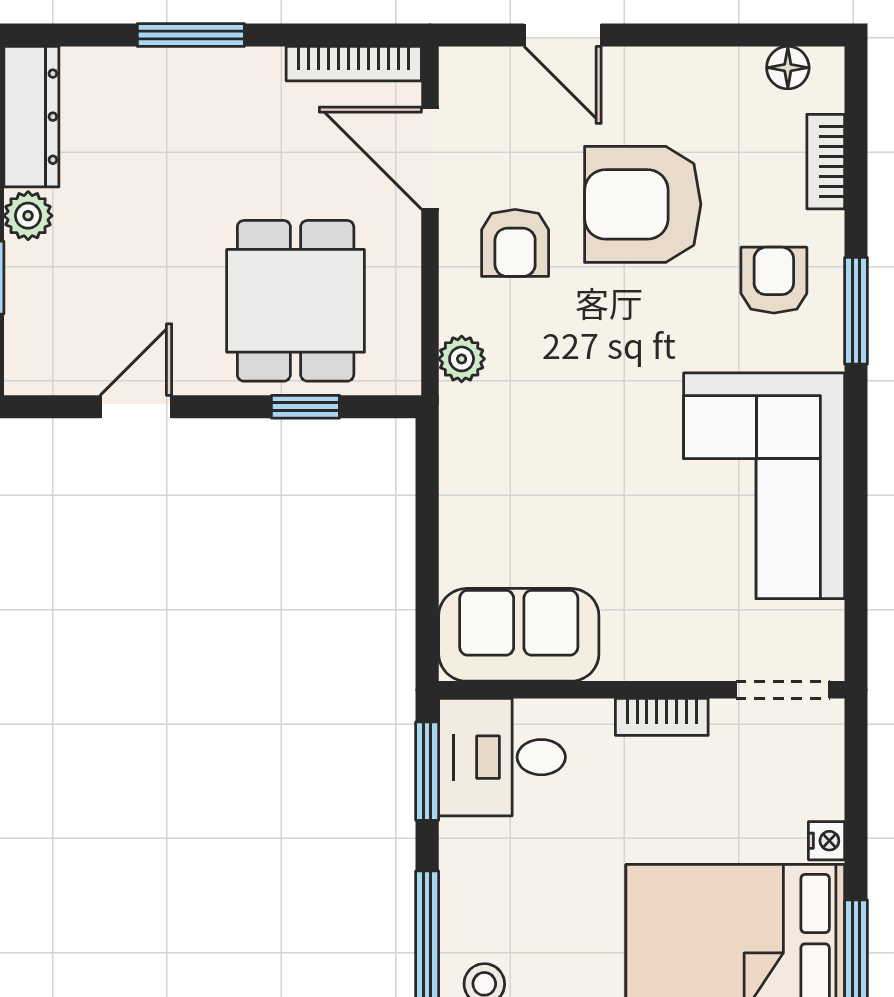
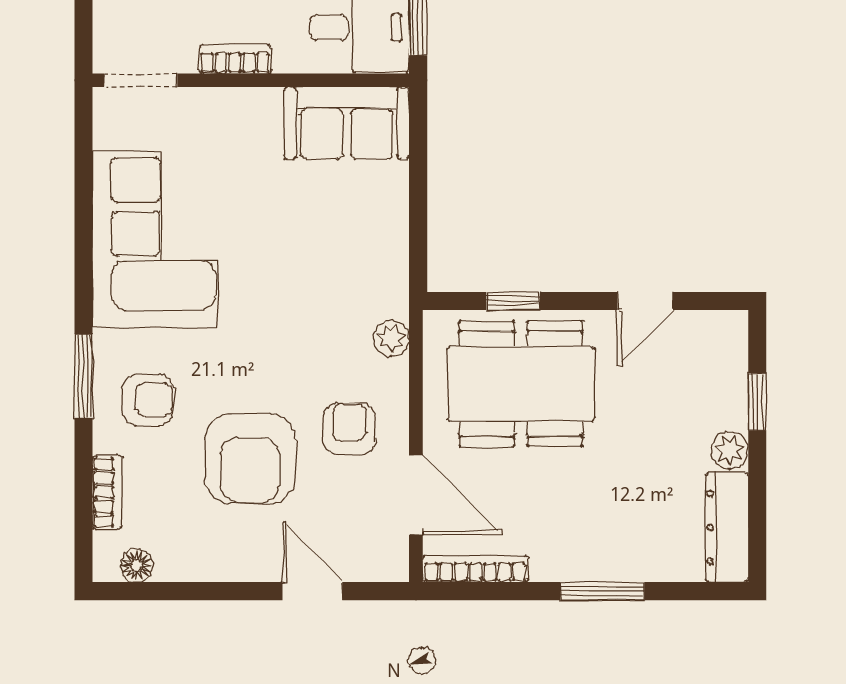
armchair: (643, 204) -> (250, 459), turned 90
armchair: (774, 280) -> (148, 400), turned -90
dining table: (296, 301) -> (521, 384), width x1.37

